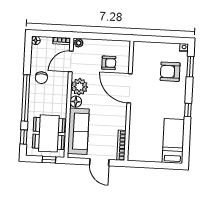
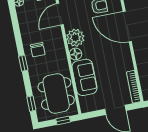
chair: (41, 78) -> (38, 50), moved
window: (26, 98) -> (23, 63), width x0.32
sofa: (78, 131) -> (85, 77), width x0.73

